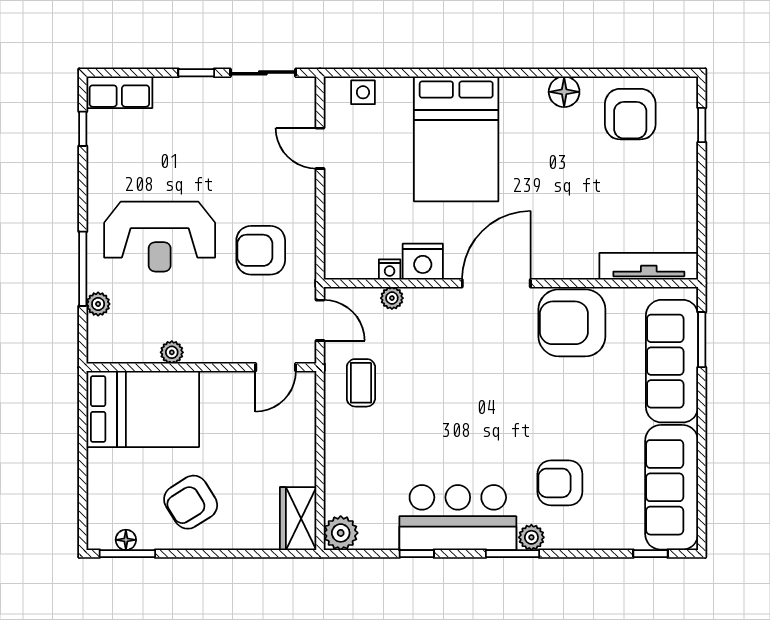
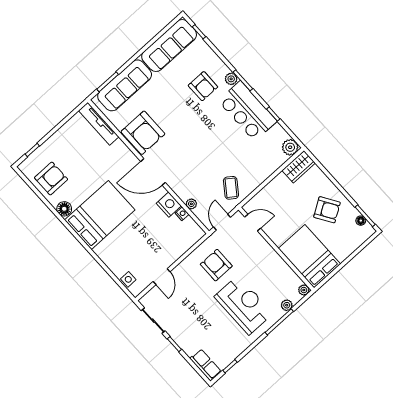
bed: (456, 139) -> (100, 215), moved
armchair: (261, 250) -> (216, 265), turned 180
plant: (172, 352) -> (304, 290), moved
coffee table: (361, 383) -> (231, 188), turned -54

